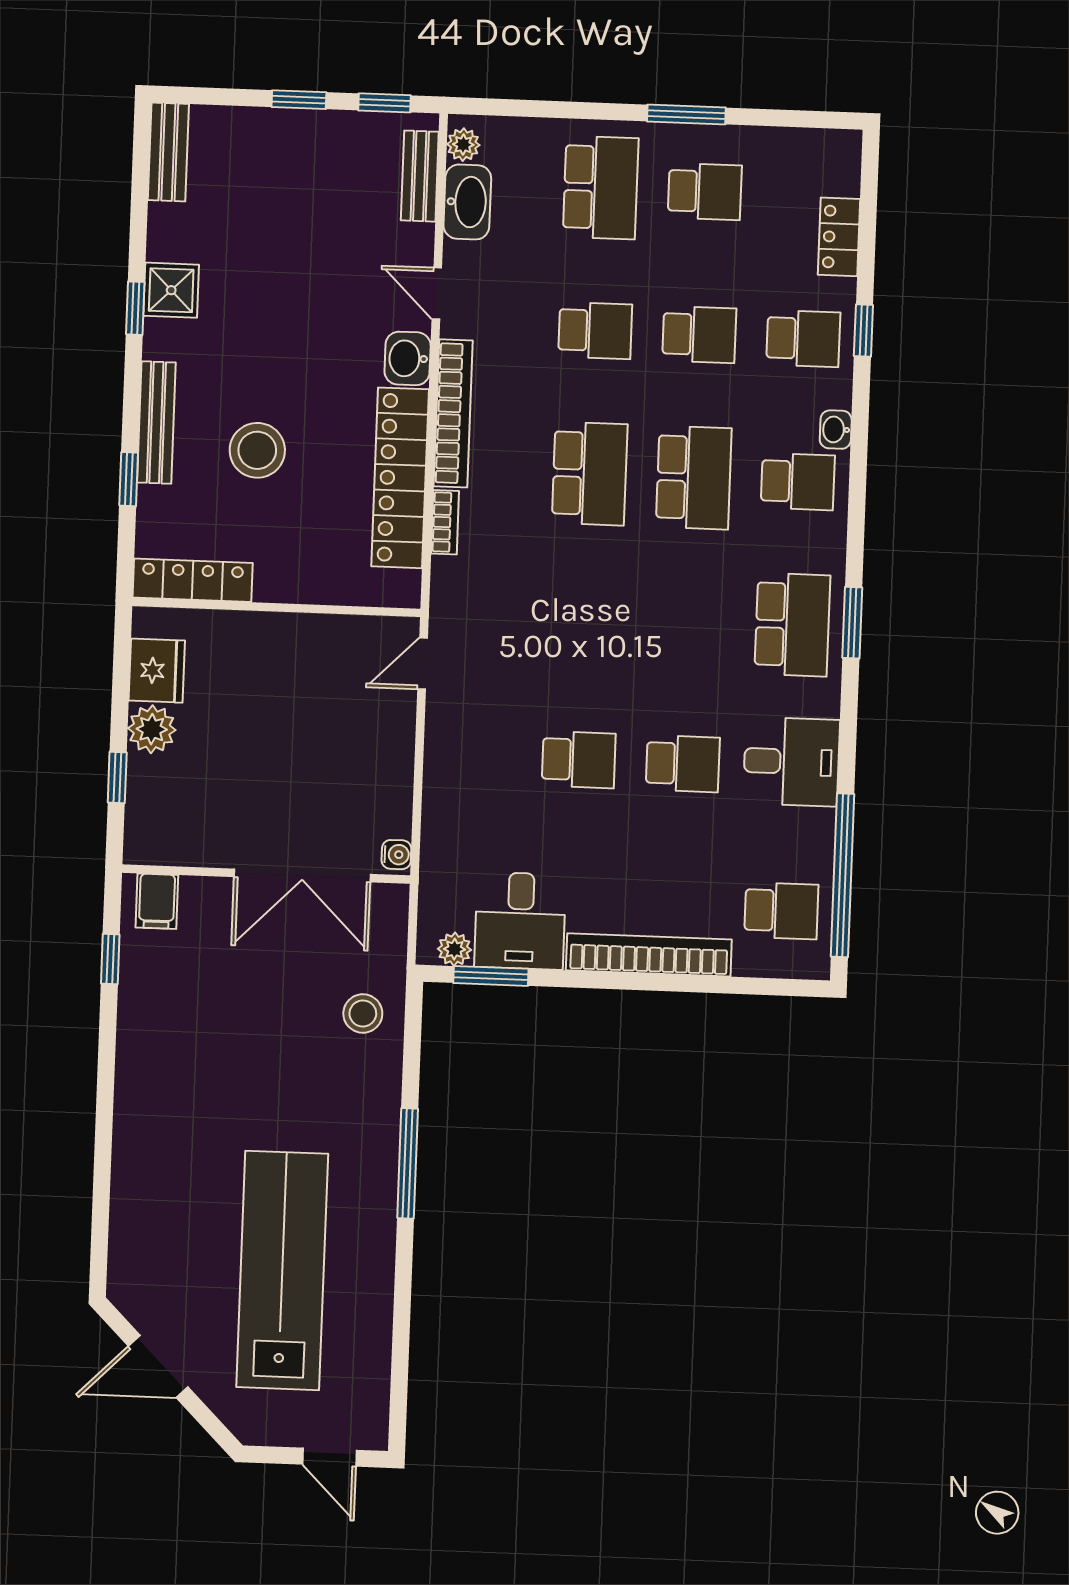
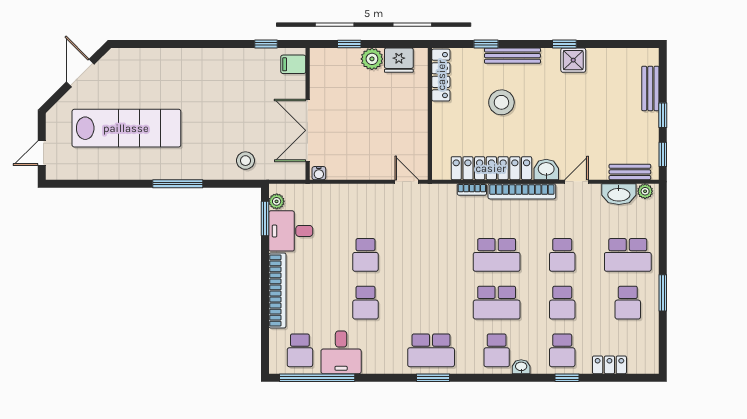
bench: (168, 152) -> (650, 88), moved, turned 90
desk: (791, 762) -> (341, 352), moved

